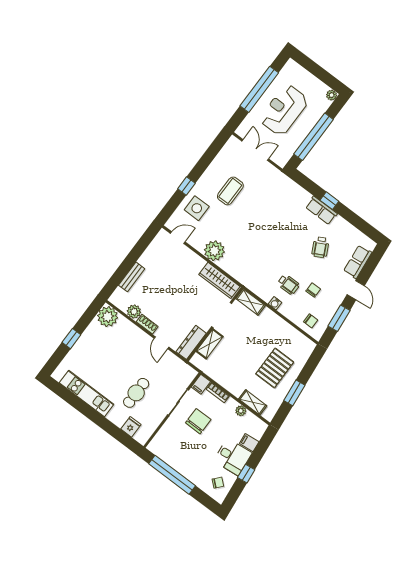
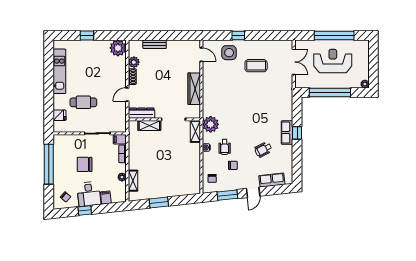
plant: (214, 251) -> (211, 124), moved
wardrobe: (219, 280) -> (194, 89), moved
pallet: (275, 368) -> (165, 178), removed
chair: (198, 421) -> (85, 164), moved, turned 180

